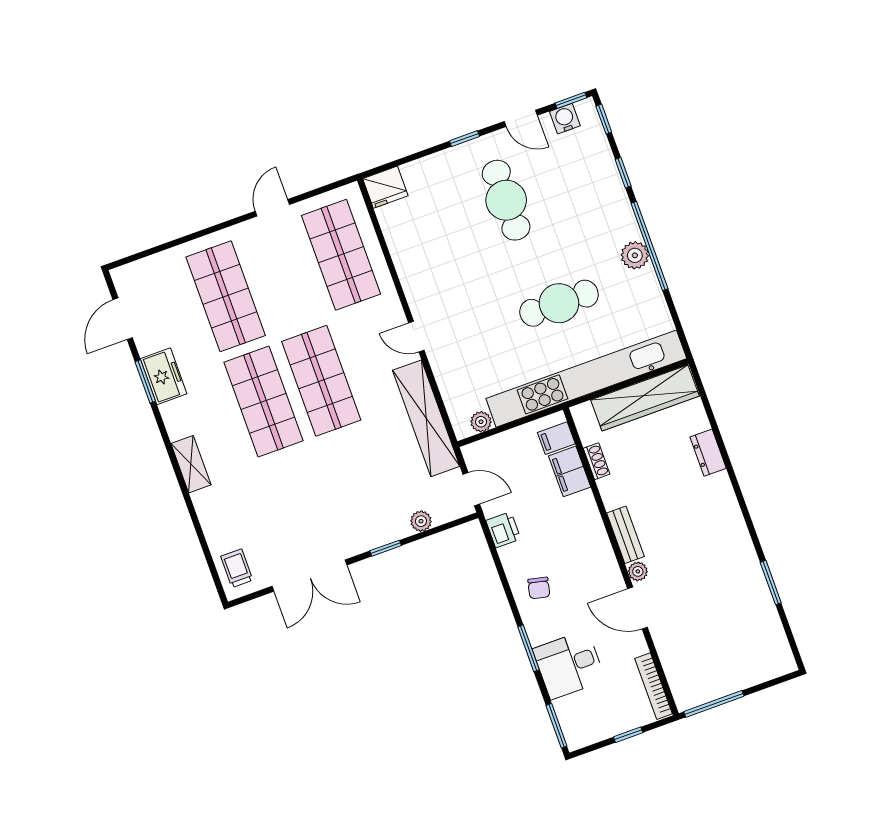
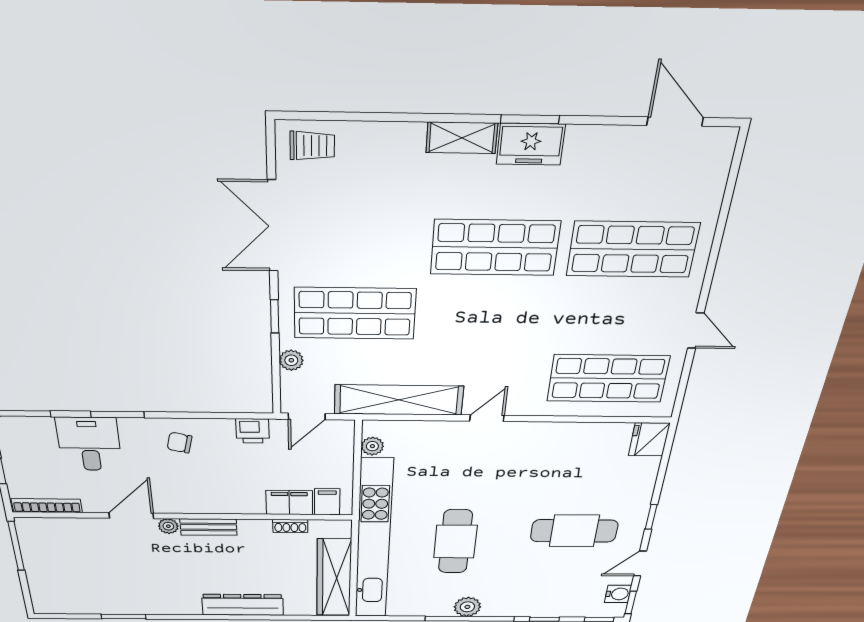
freezer: (164, 376) -> (531, 144), moved
window: (145, 381) -> (530, 119), moved
shop shelf: (321, 381) -> (355, 313), moved
dresser: (708, 453) -> (243, 605), width x1.96, depth x1.24

